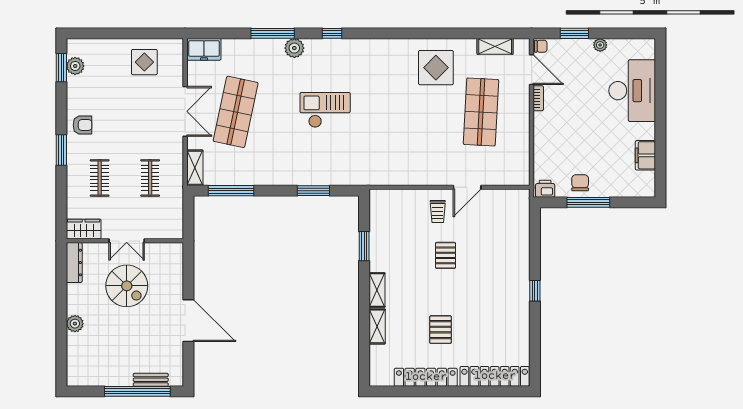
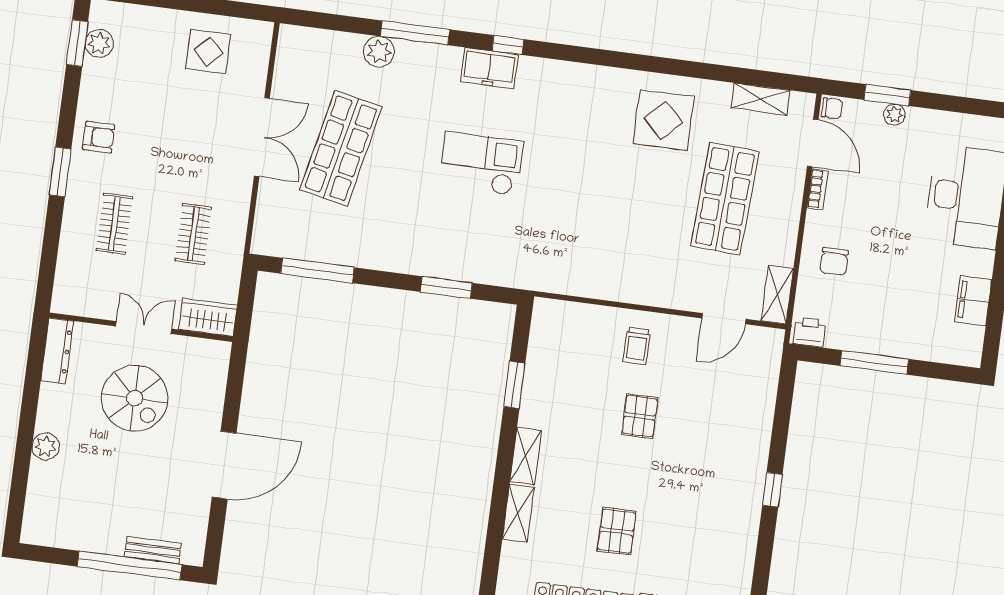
plant: (600, 45) -> (894, 115), moved
plant: (294, 48) -> (379, 52), moved
freezer: (204, 49) -> (489, 68), moved
shelving: (195, 168) -> (777, 295), moved
chair: (580, 183) -> (834, 261), moved, turned 180
door: (467, 187) -> (724, 319), moved
wardrobe: (84, 229) -> (208, 317), moved
double door: (127, 241) -> (144, 328), swing flipped
door: (188, 321) -> (224, 465), hinge flipped

